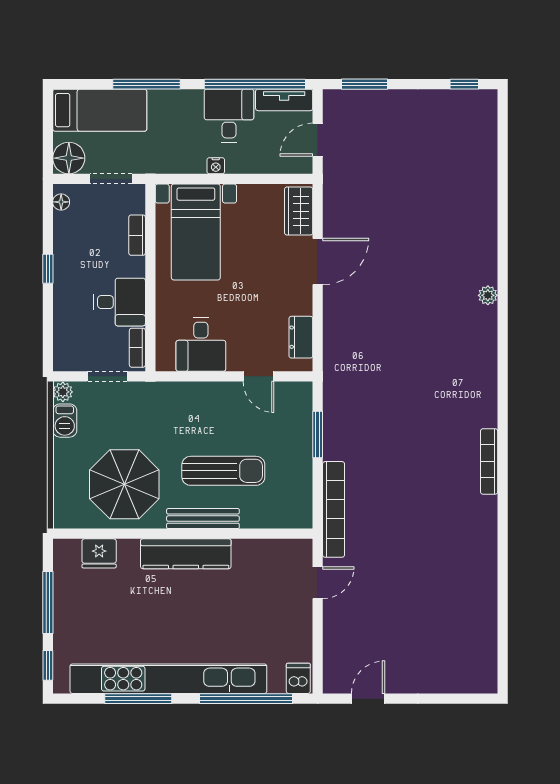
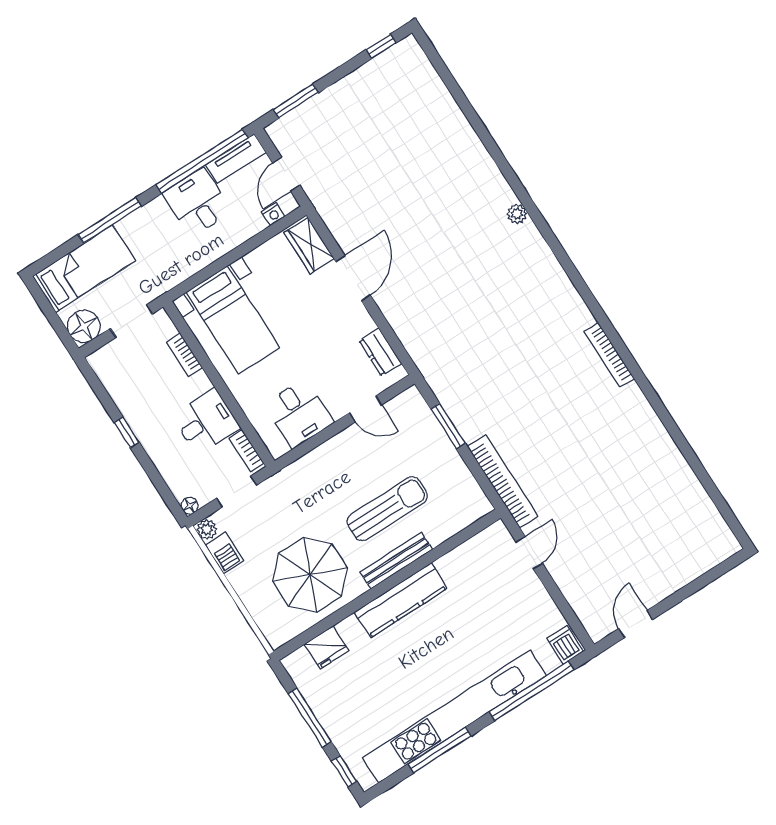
nightstand: (216, 166) -> (273, 214), moved
floor lamp: (61, 202) -> (190, 506), moved

